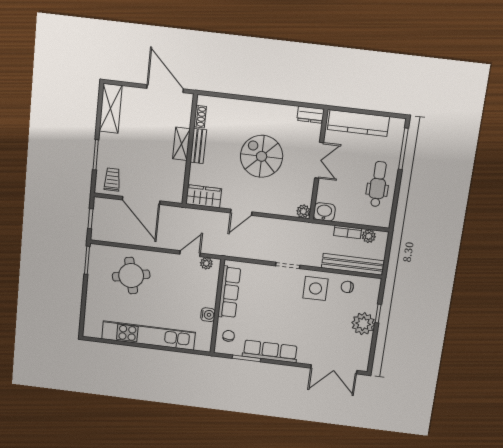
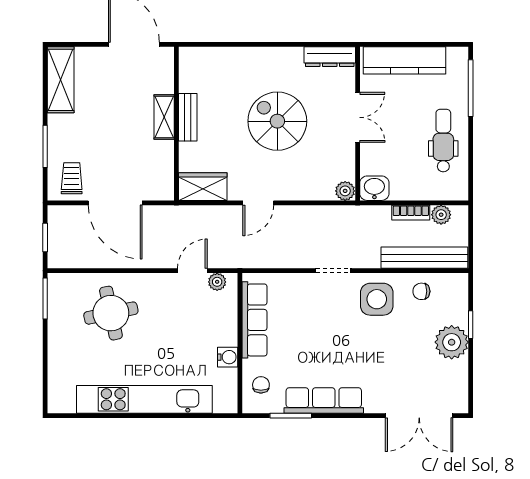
dresser: (310, 115) -> (330, 57), width x1.44
shoe rack: (200, 117) -> (186, 77), removed

